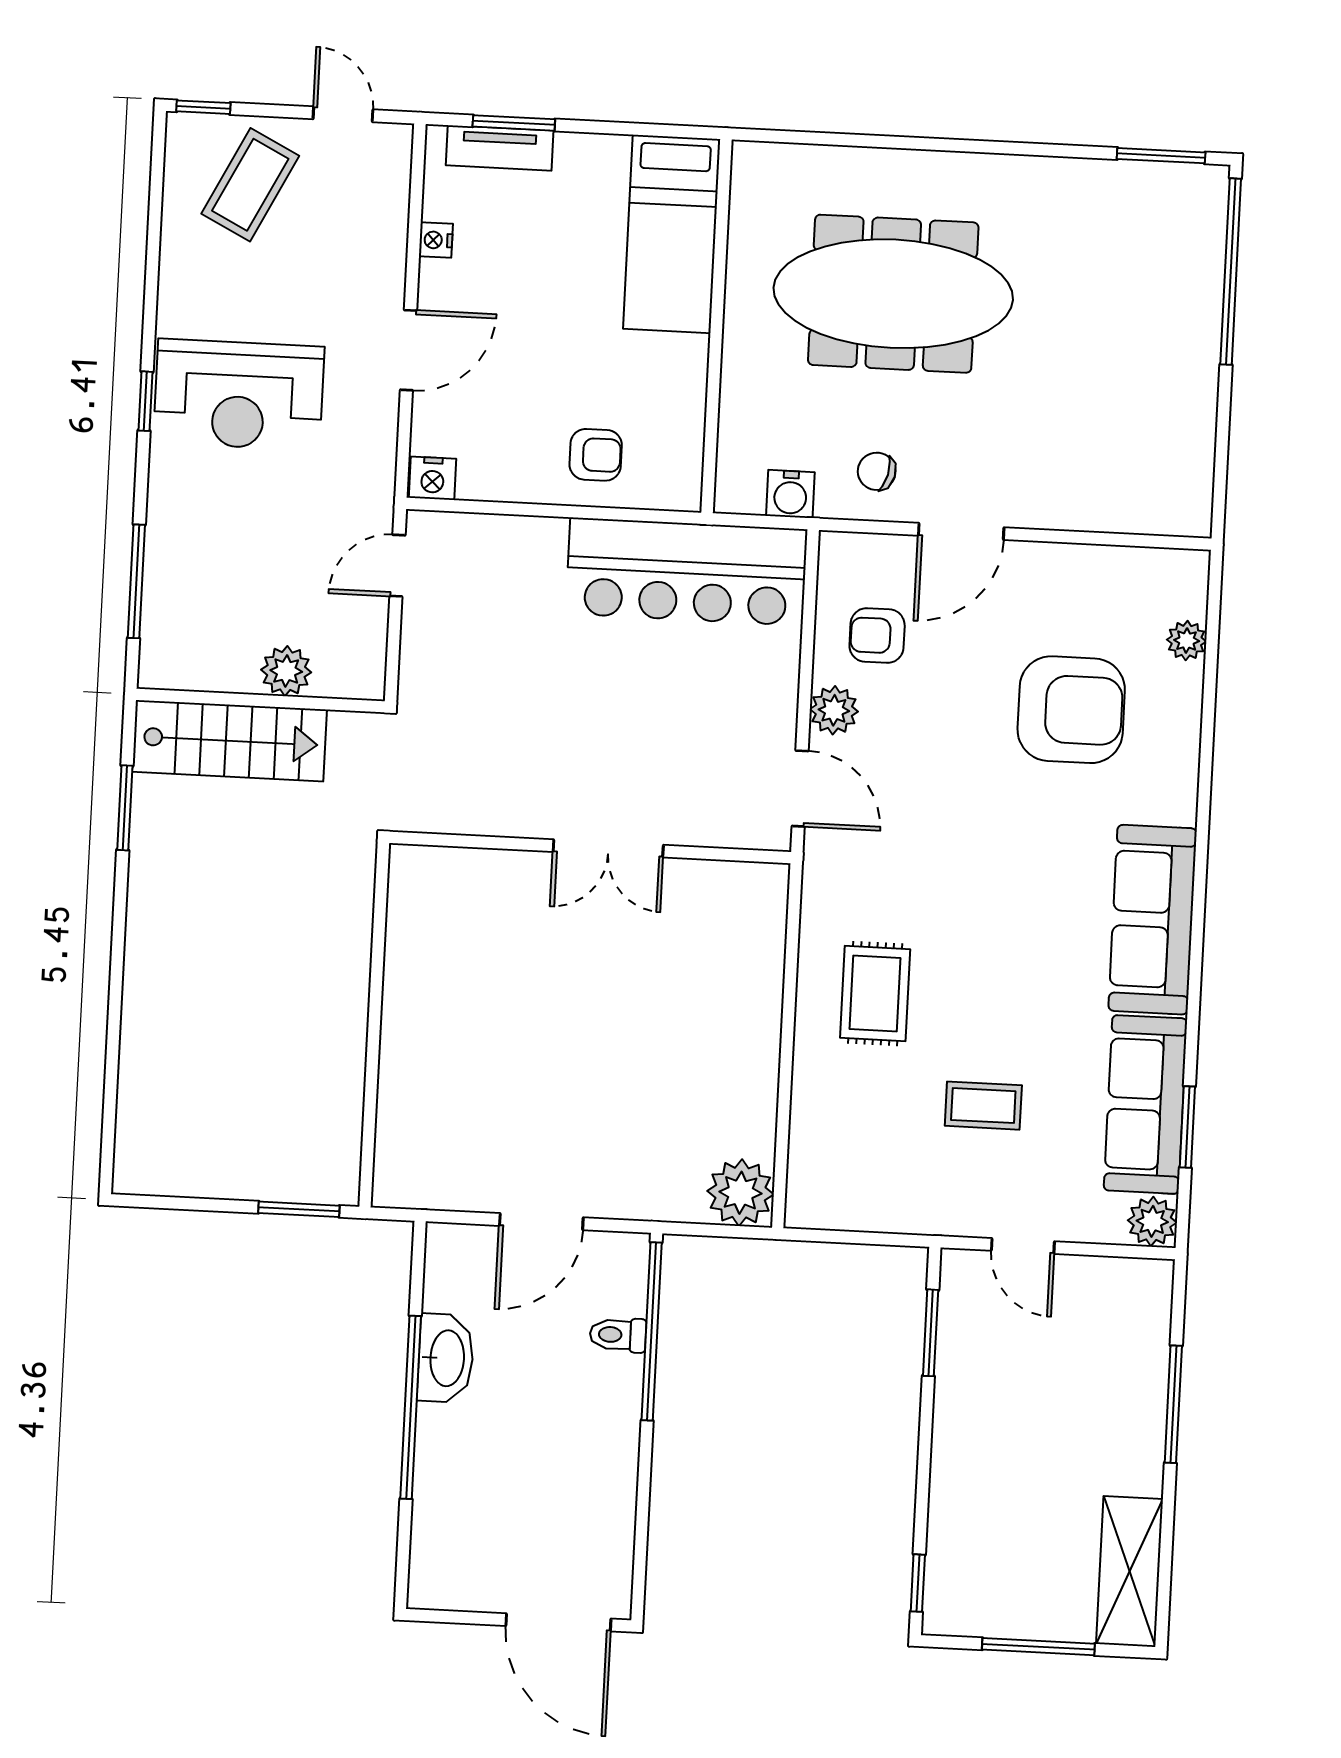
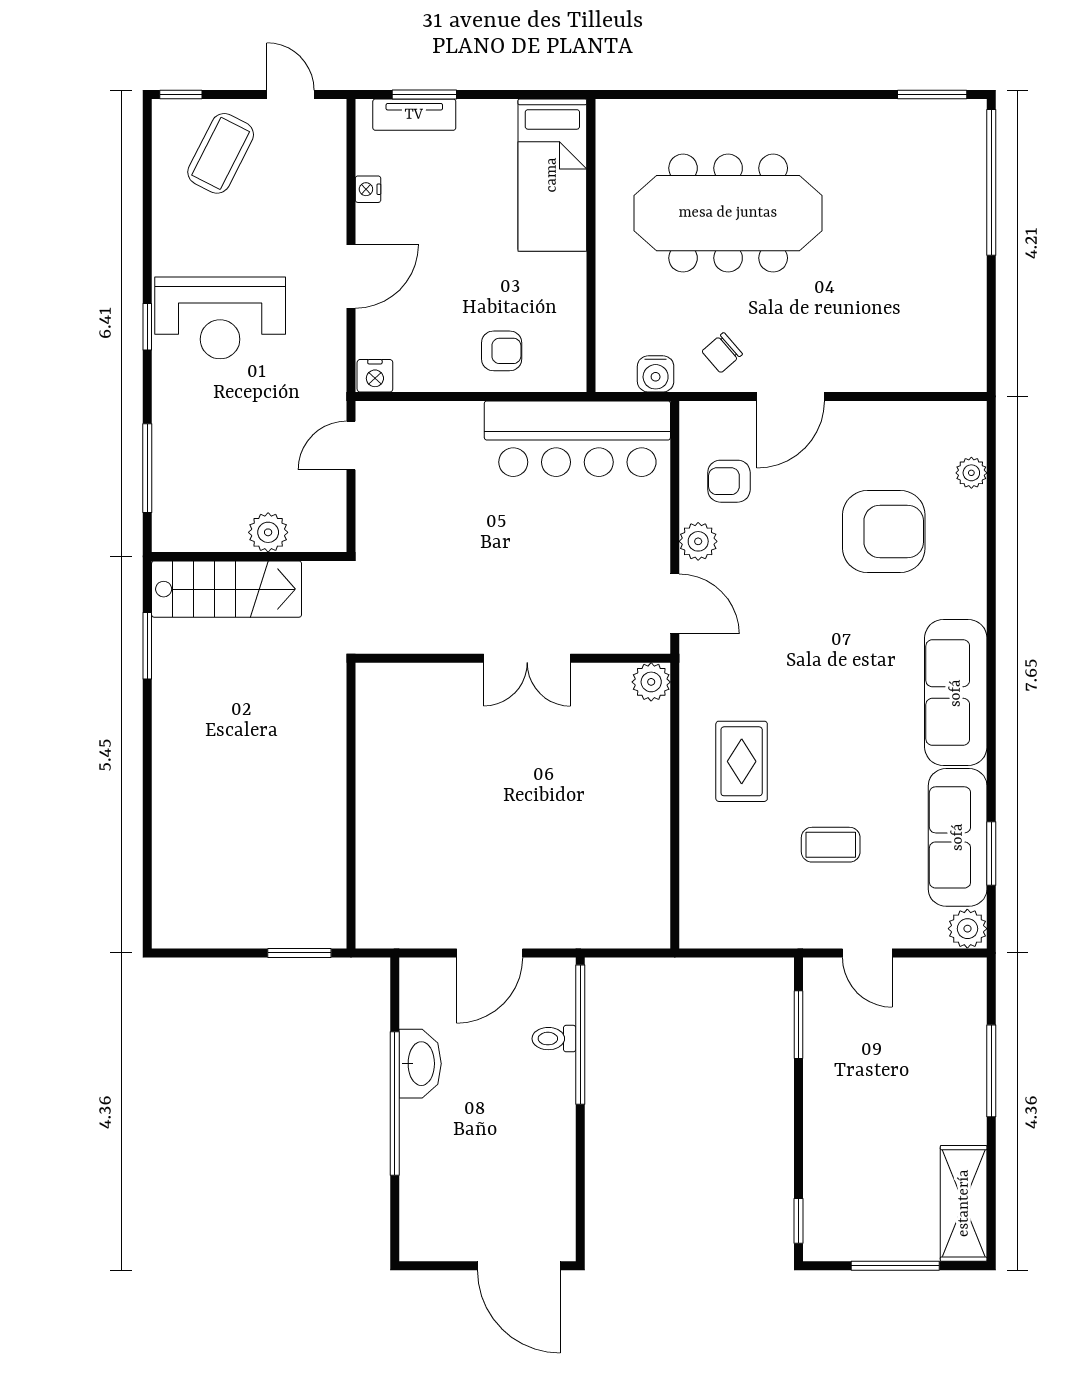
chair: (877, 471) -> (722, 353), turned -55
plant: (740, 1193) -> (651, 682), moved, width x0.73, depth x0.73

